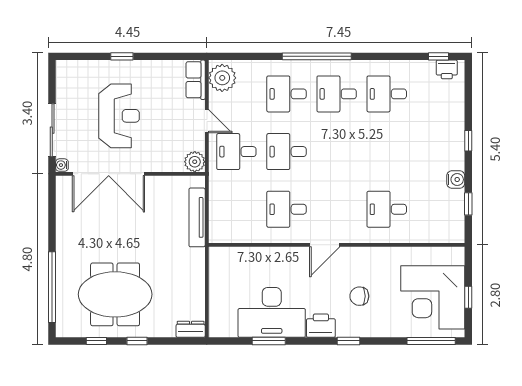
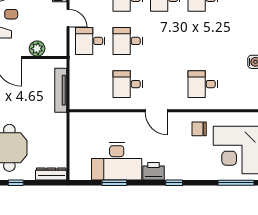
plant: (195, 162) -> (37, 49), moved
door: (325, 245) -> (156, 111), hinge flipped
chair: (359, 296) -> (199, 129), moved
dresser: (191, 329) -> (51, 174), width x1.44

